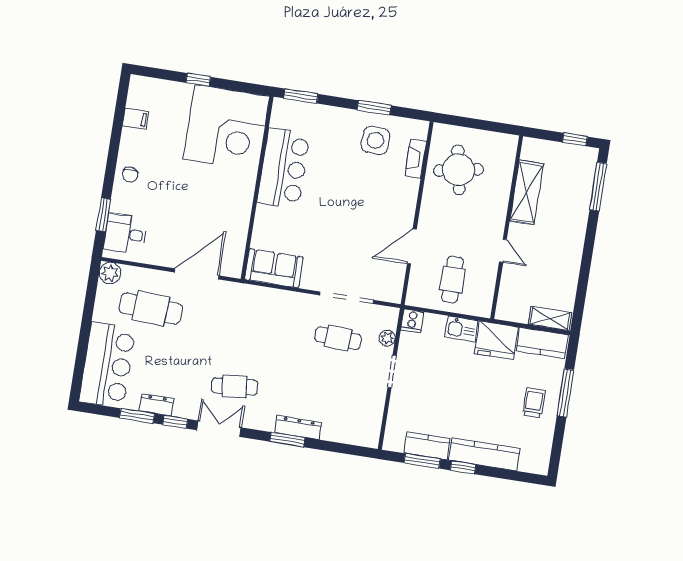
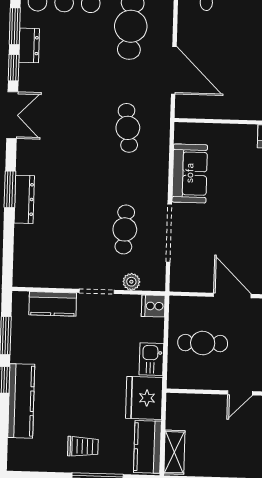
sofa: (274, 268) -> (190, 173), moved
cafe table: (234, 386) -> (128, 128), moved
kitchen counter: (427, 446) -> (53, 304), moved, turned 90

